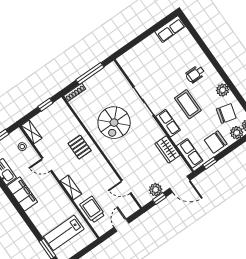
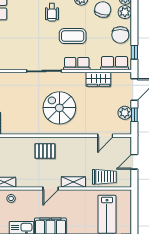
spiral stairs: (114, 123) -> (59, 108), moved, turned 180
door: (47, 165) -> (51, 188), moved
trolley: (92, 209) -> (104, 177), turned 180
door: (121, 225) -> (134, 162), hinge flipped

